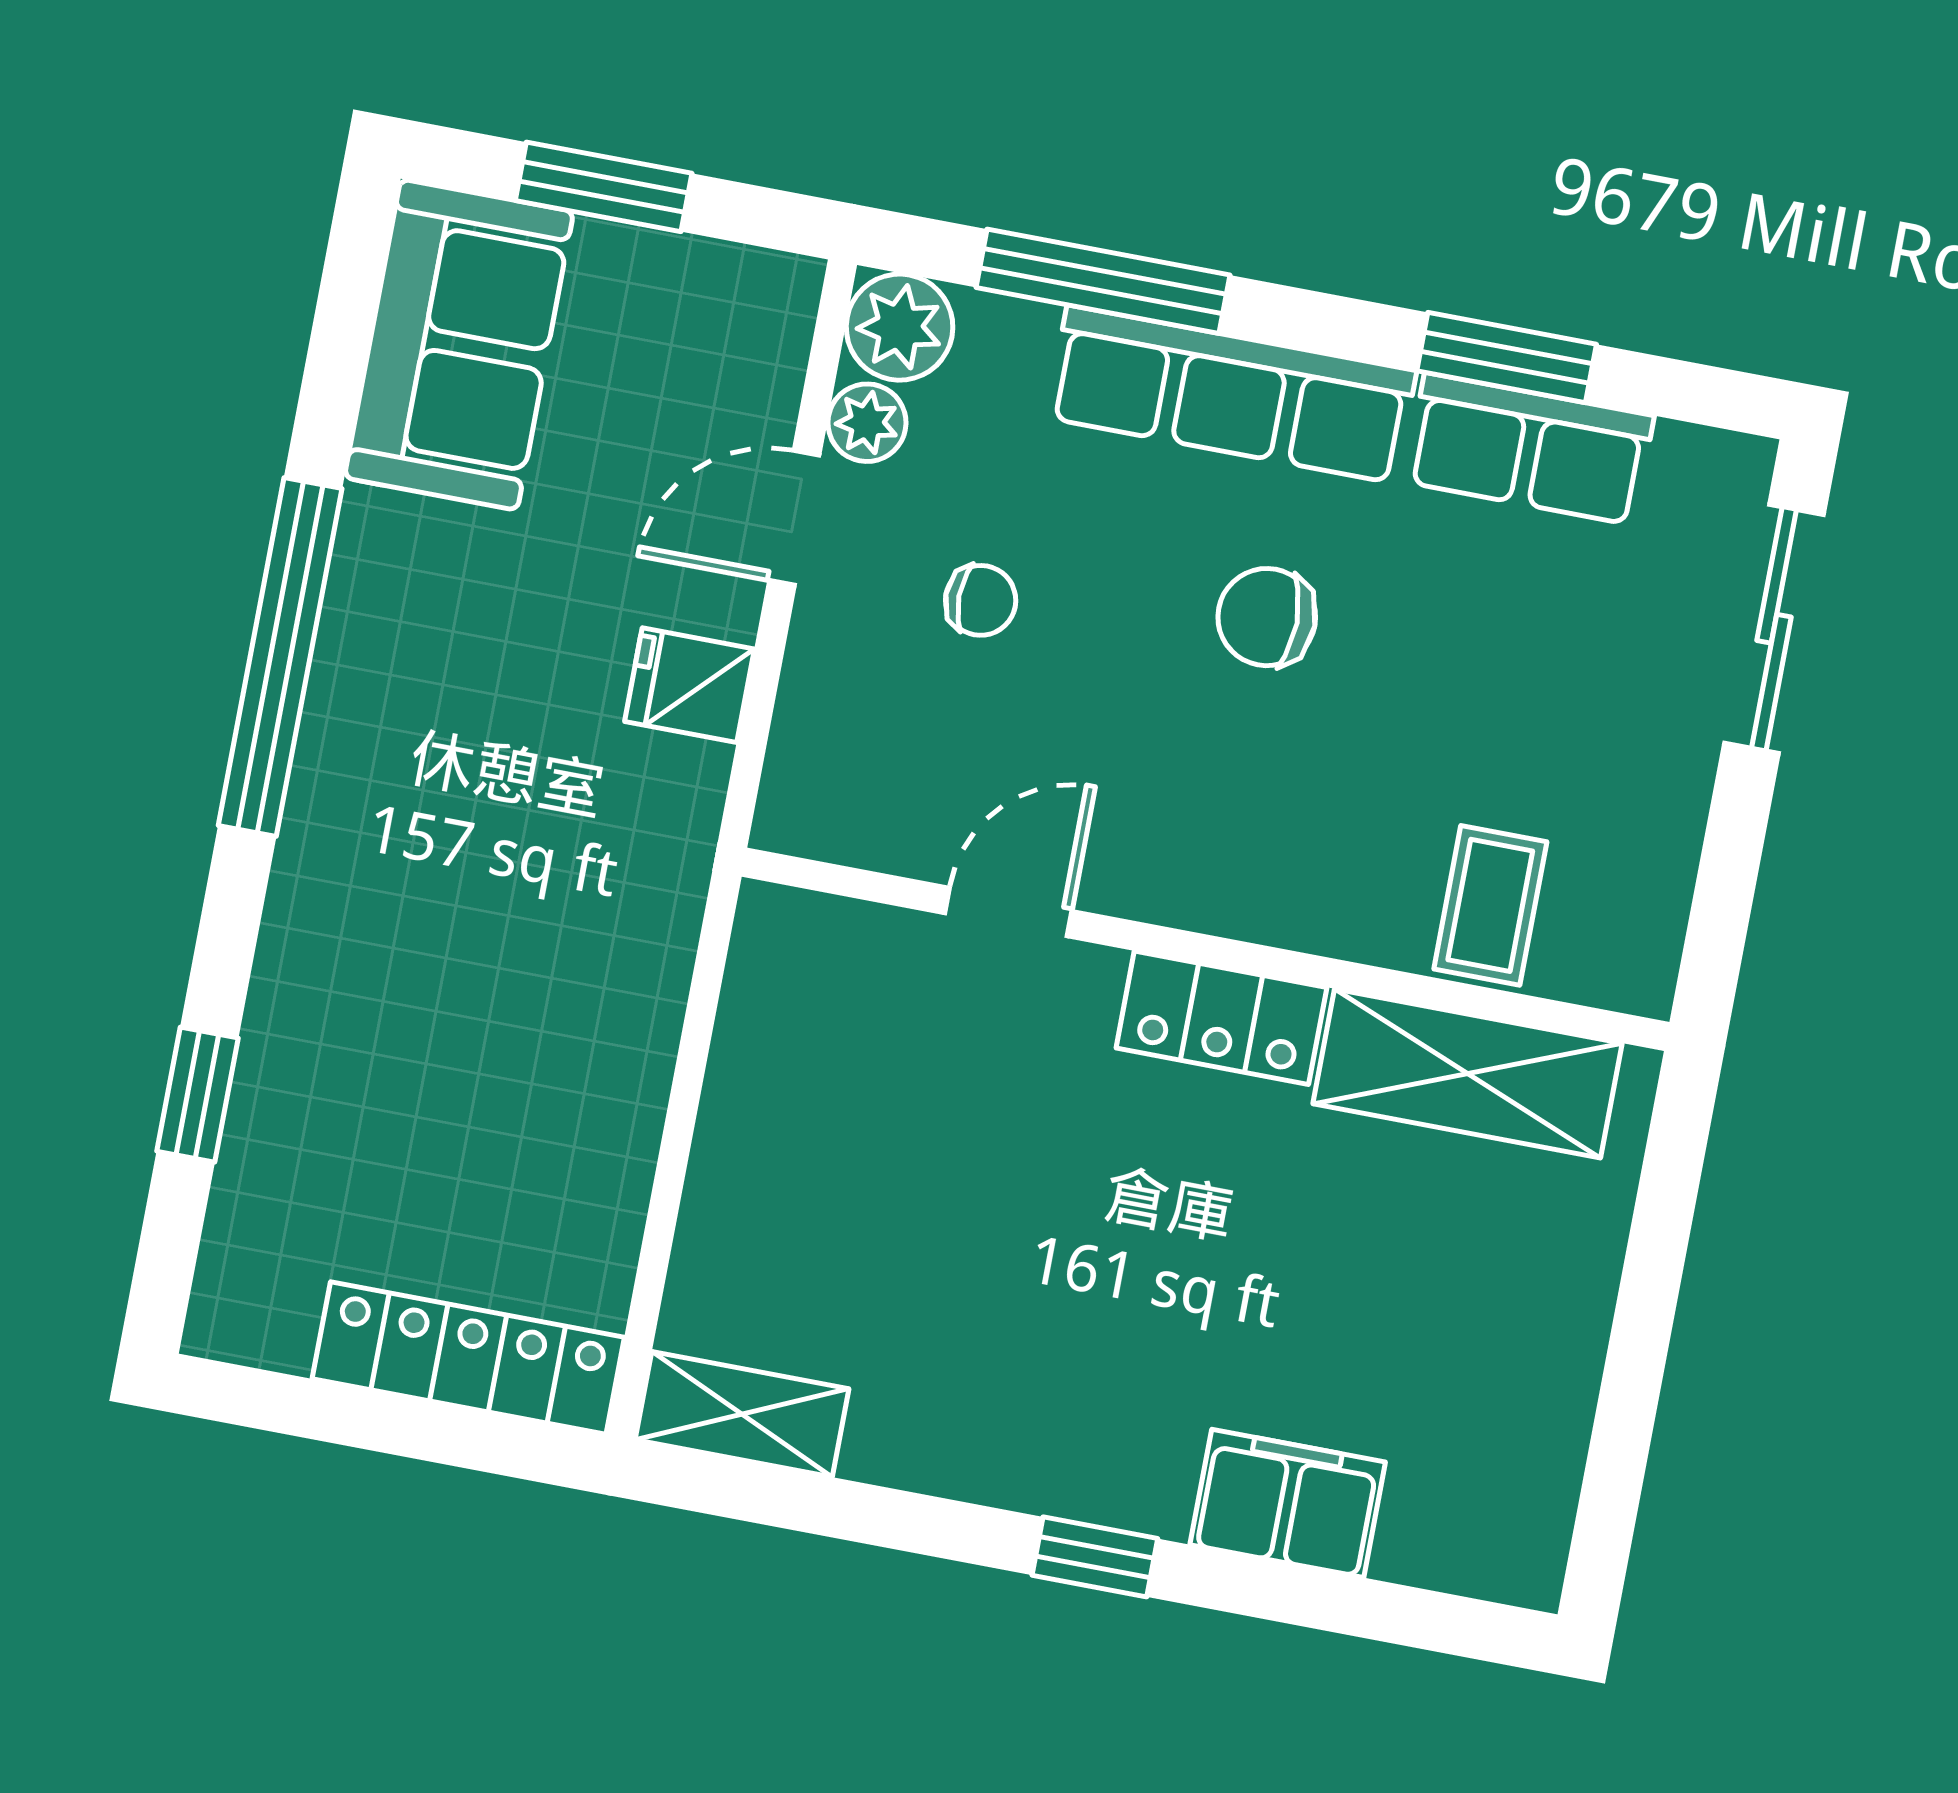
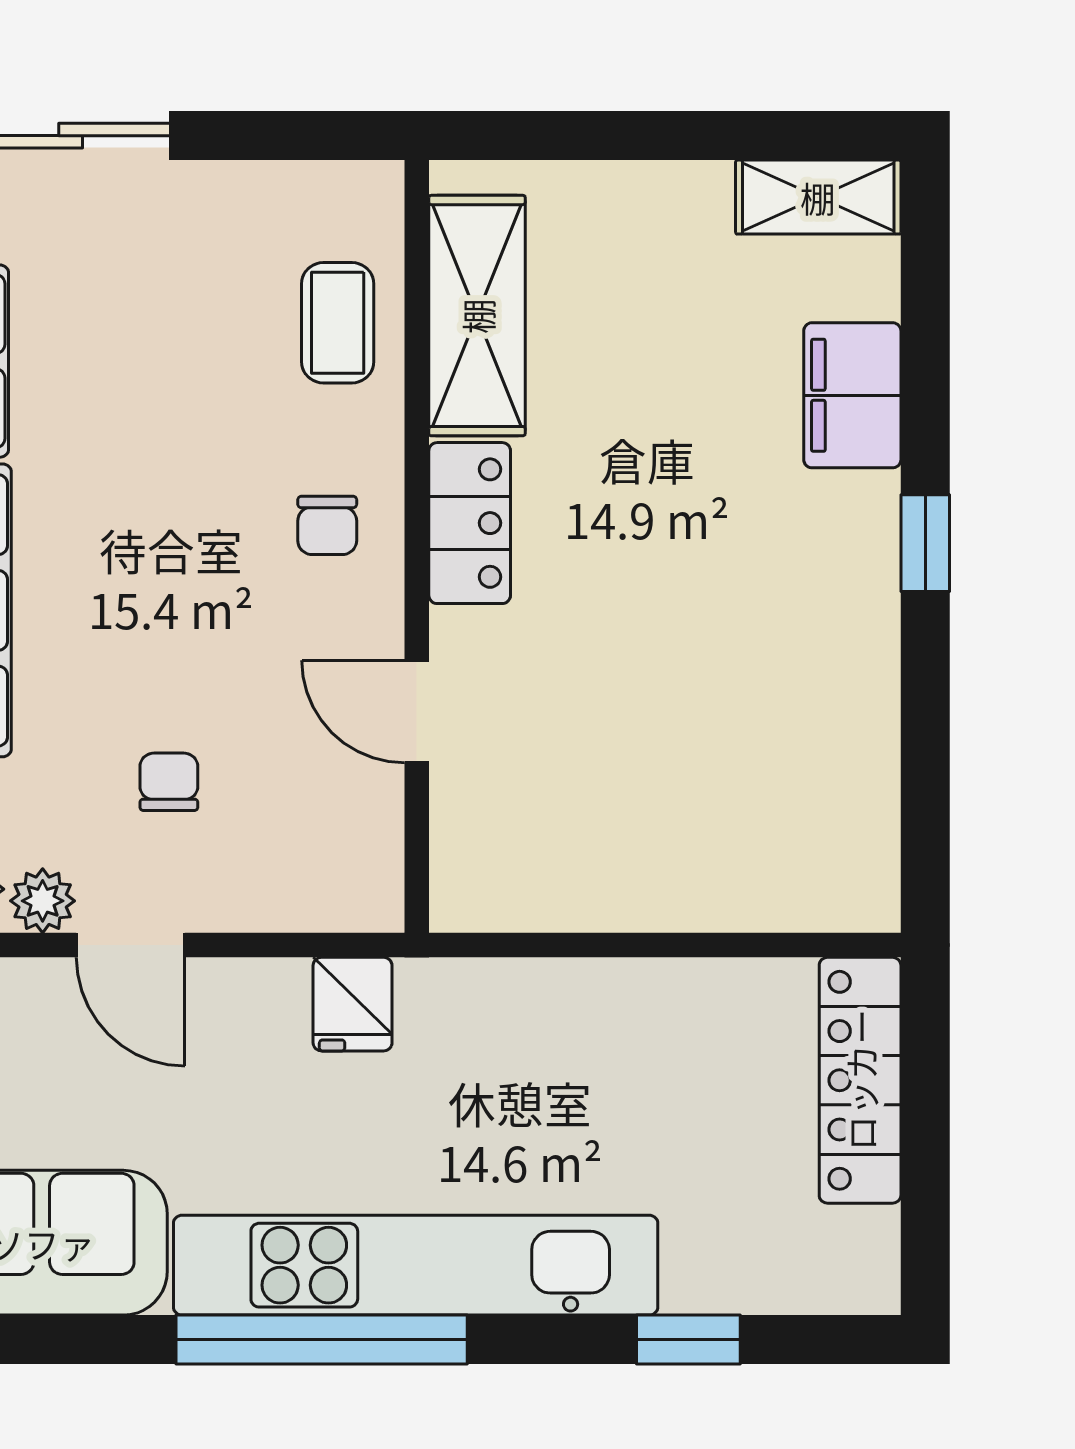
chair: (1267, 617) -> (327, 525), moved, width x0.73, depth x0.73
fridge: (690, 685) -> (353, 1004), moved
kitchen unit: (348, 786) -> (416, 1265), added
coffee table: (1490, 905) -> (338, 323), turned 90
shelving: (742, 1414) -> (818, 197), moved, turned 90

